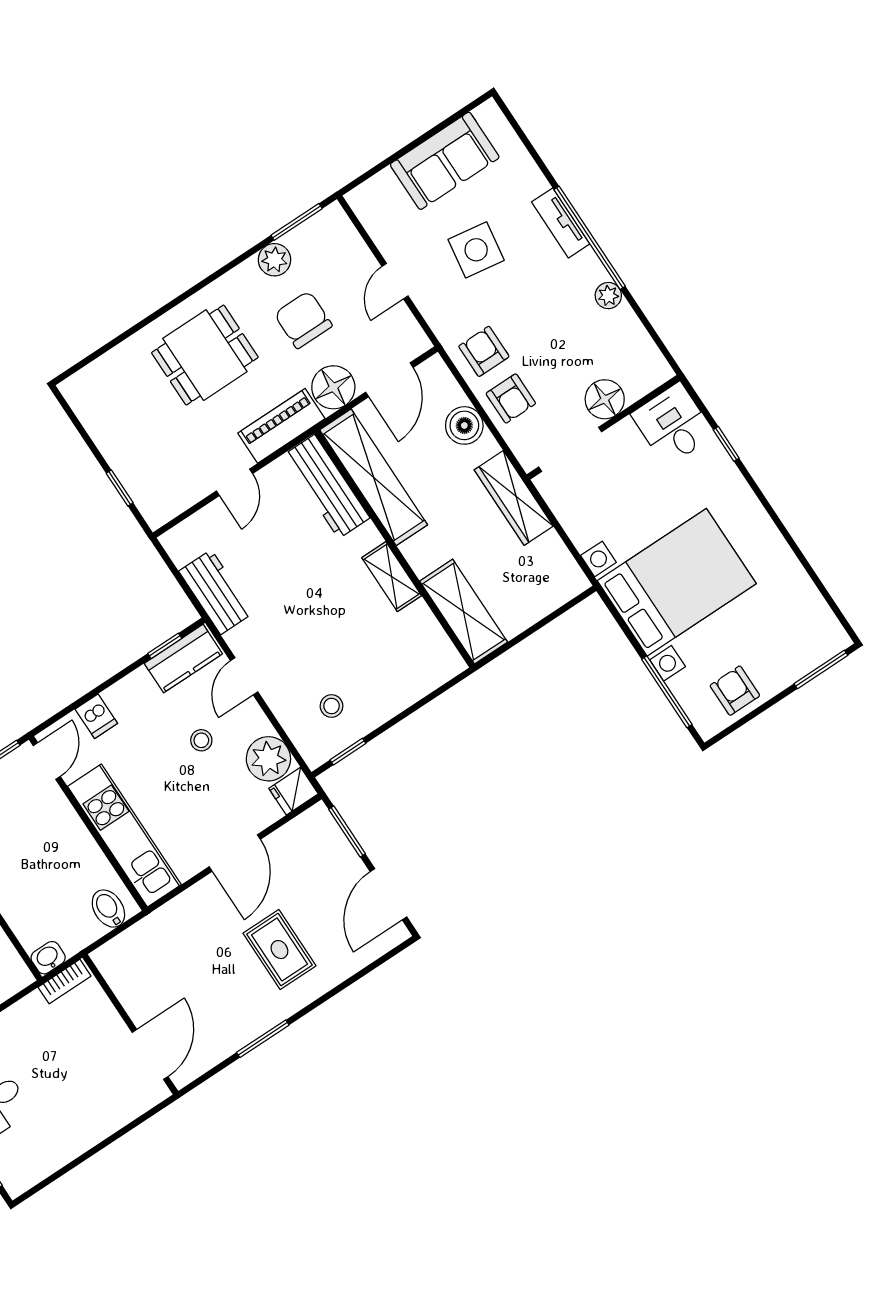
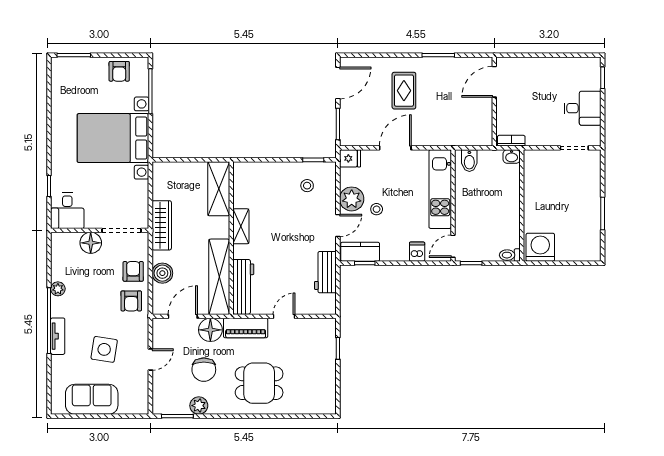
plant: (268, 759) -> (352, 199), moved

